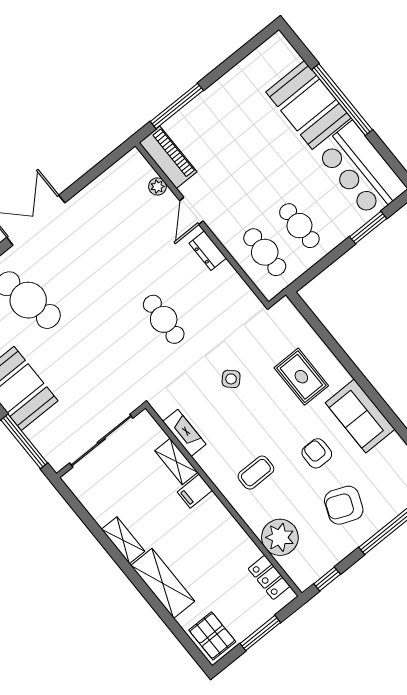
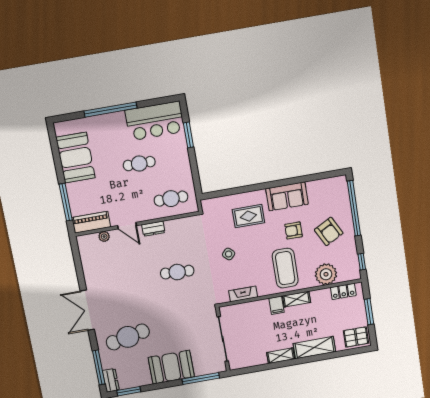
booth: (308, 105) -> (75, 158), moved, turned 90
cafe table: (299, 226) -> (139, 164), moved
shelving: (176, 462) -> (297, 299), moved
coffee table: (256, 473) -> (285, 268), width x1.86, depth x1.72
armchair: (344, 505) -> (329, 231), turned -50

